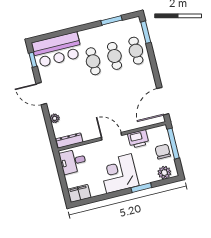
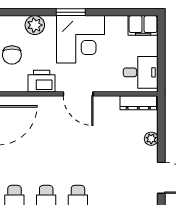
plant: (164, 173) -> (35, 25), moved
window: (141, 188) -> (71, 12), moved

